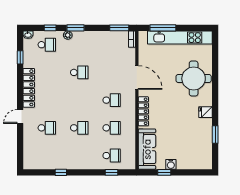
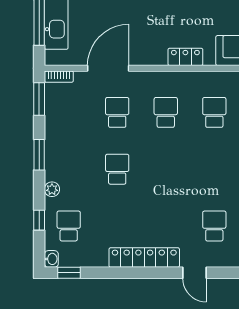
window: (76, 28) -> (39, 155), moved
window: (20, 57) -> (69, 273), moved
door: (137, 77) -> (108, 68), moved
locker: (143, 111) -> (185, 57), width x0.66
school desk: (79, 128) -> (117, 112), moved

